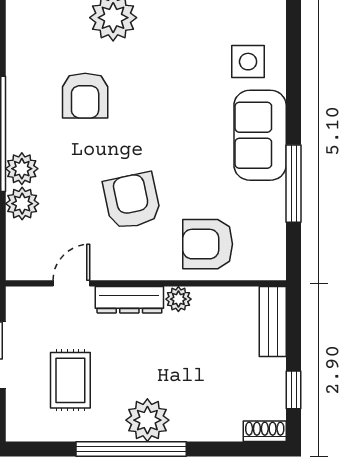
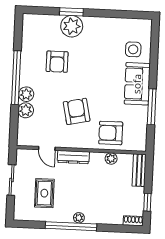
door: (71, 283) -> (47, 148), swing flipped
plant: (178, 299) -> (111, 158), moved
plant: (147, 420) -> (79, 218), width x0.53, depth x0.53

